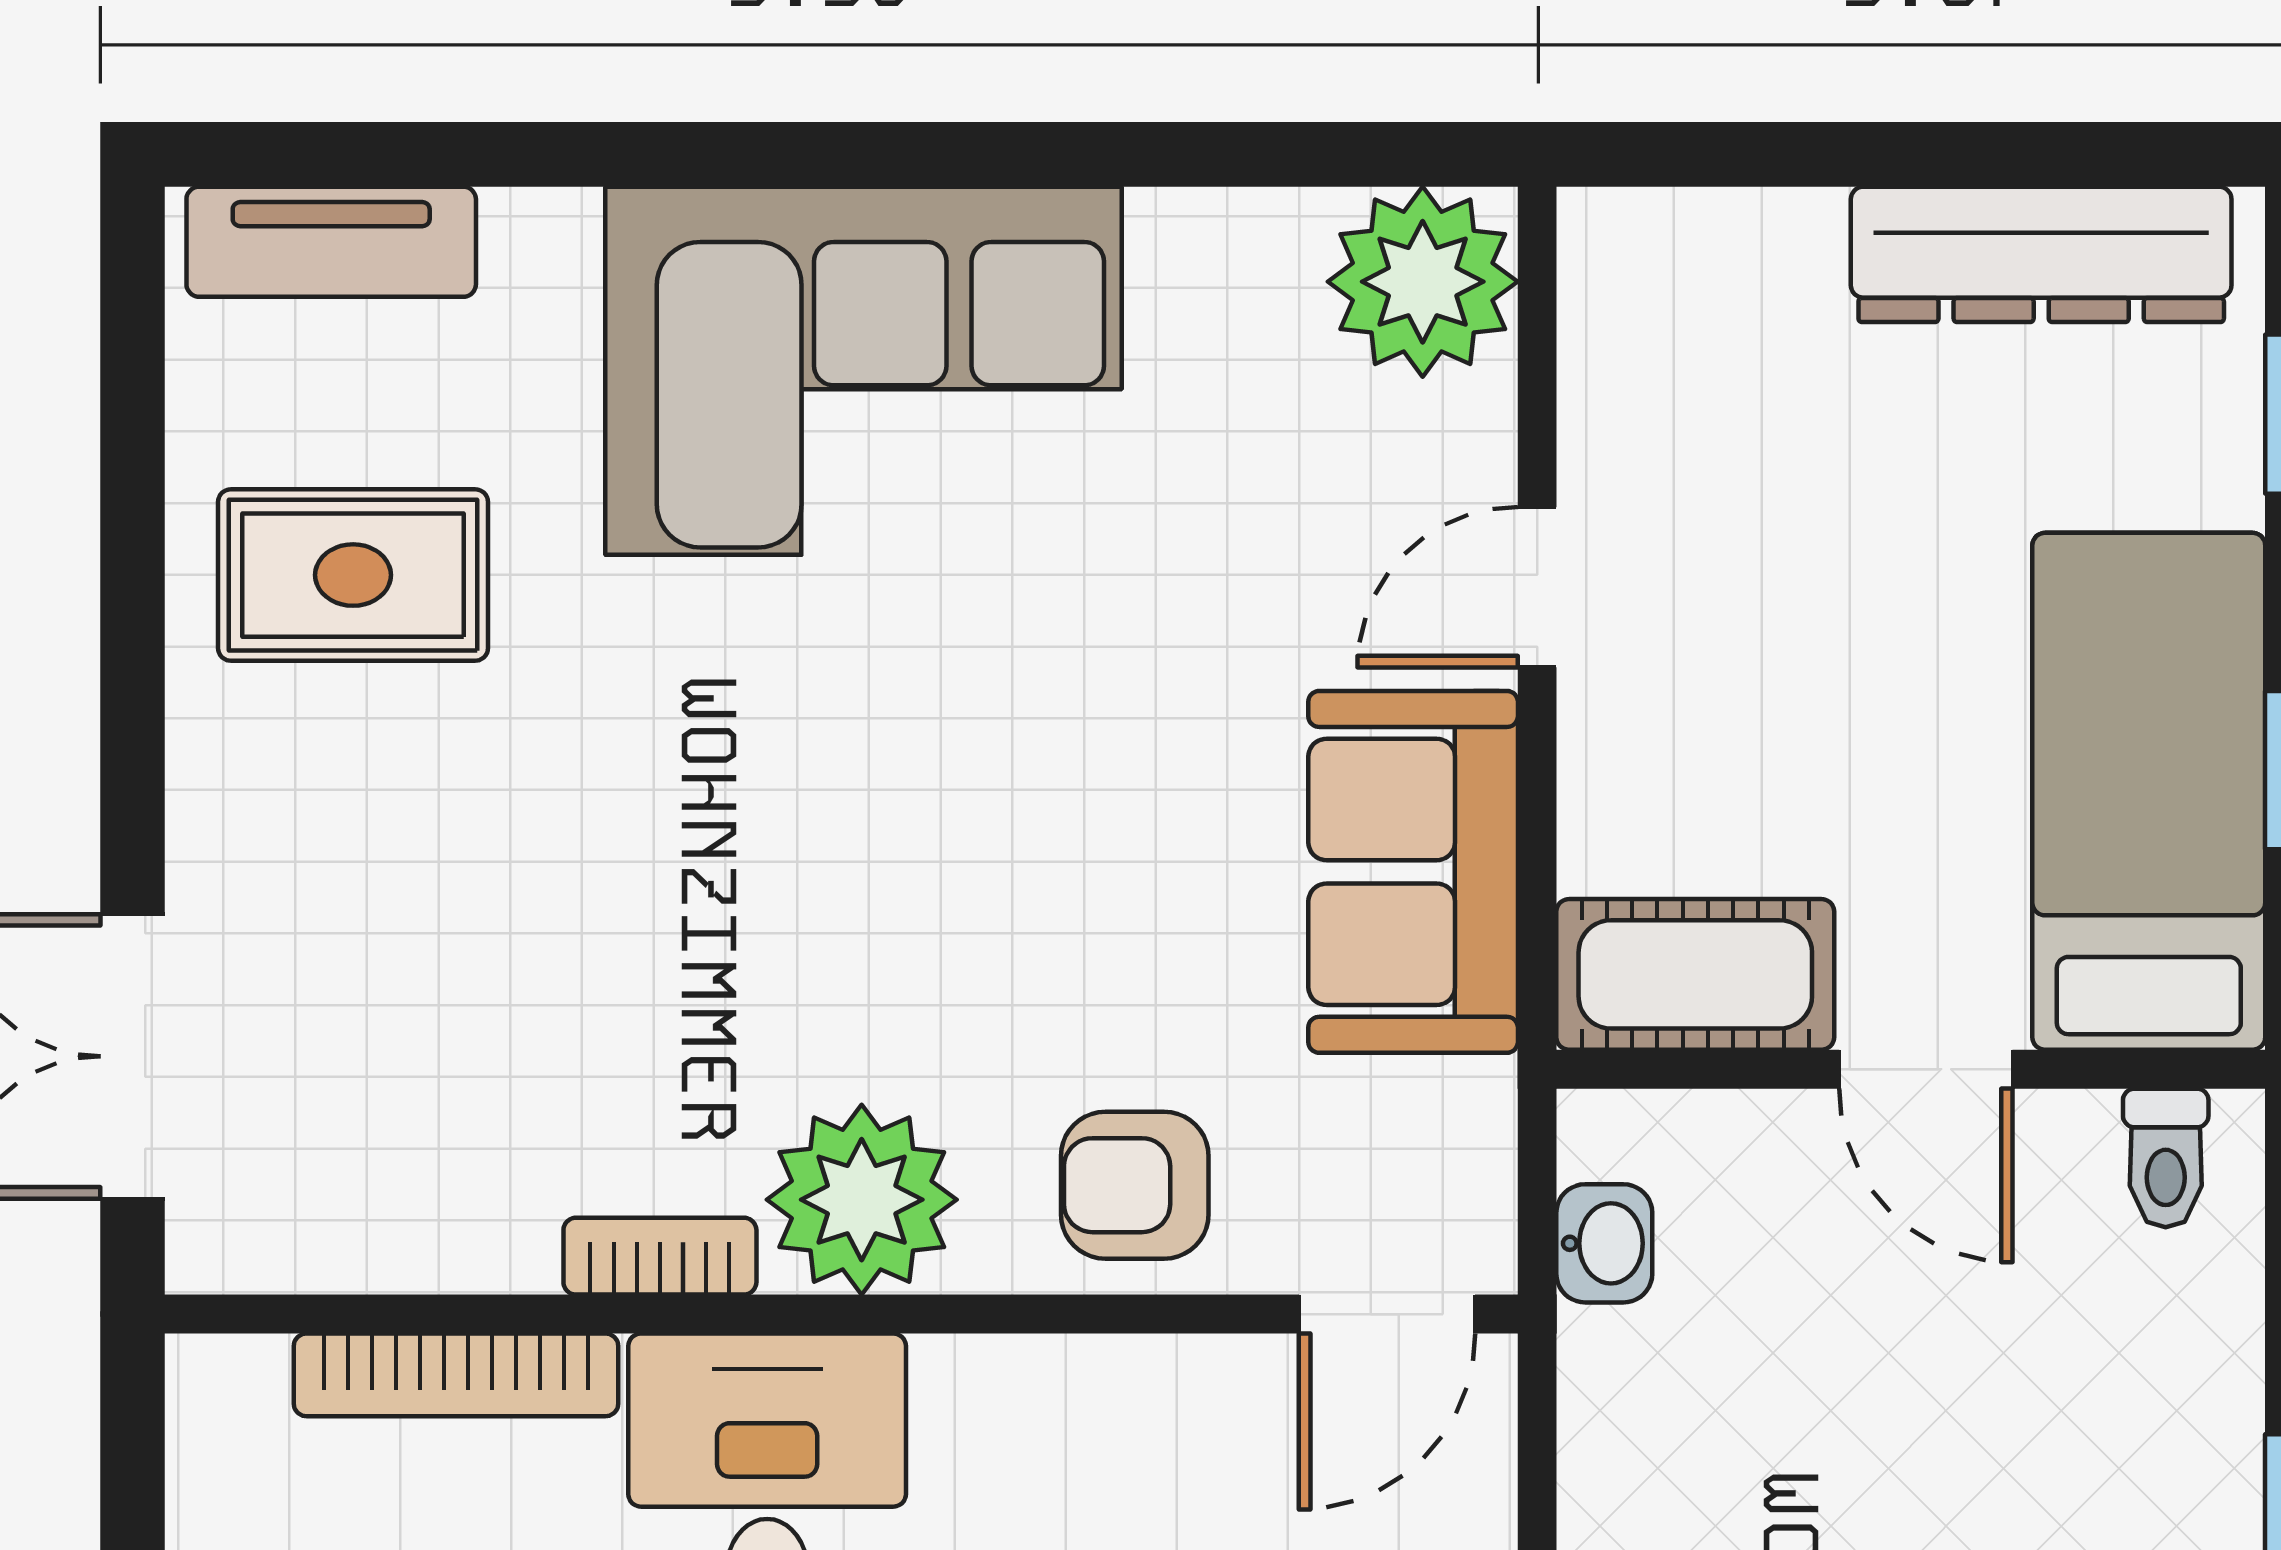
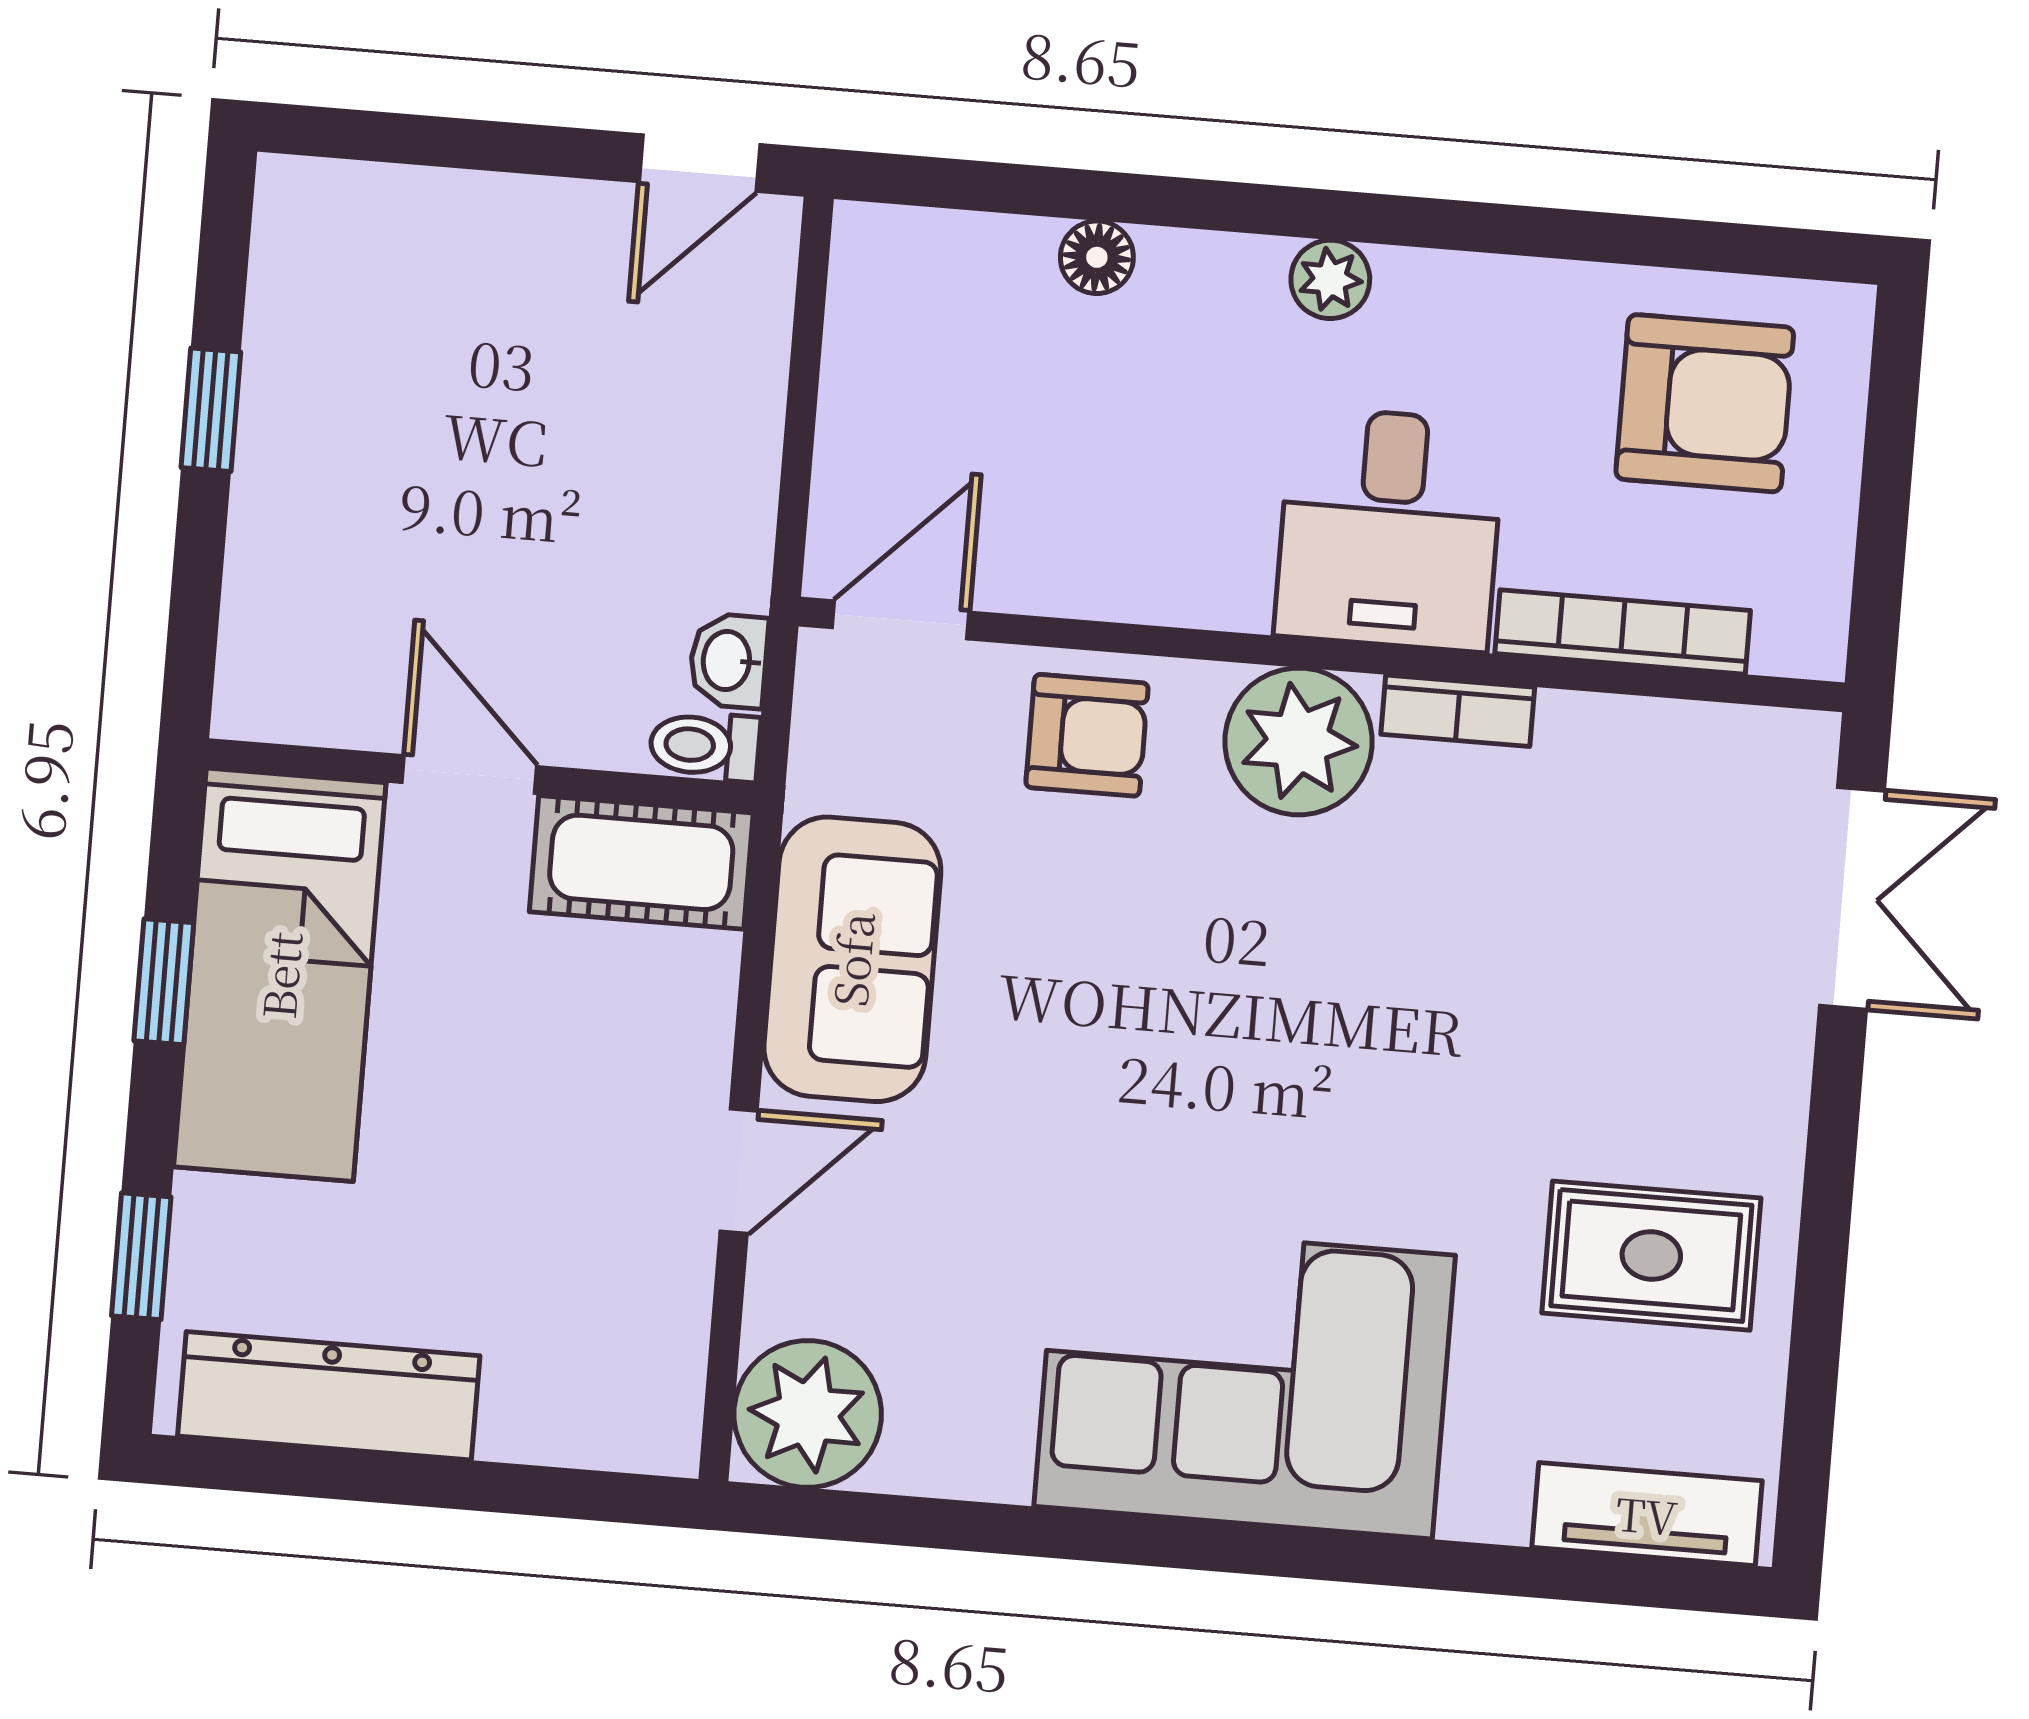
toilet: (2166, 1158) -> (705, 746), moved, turned -90

